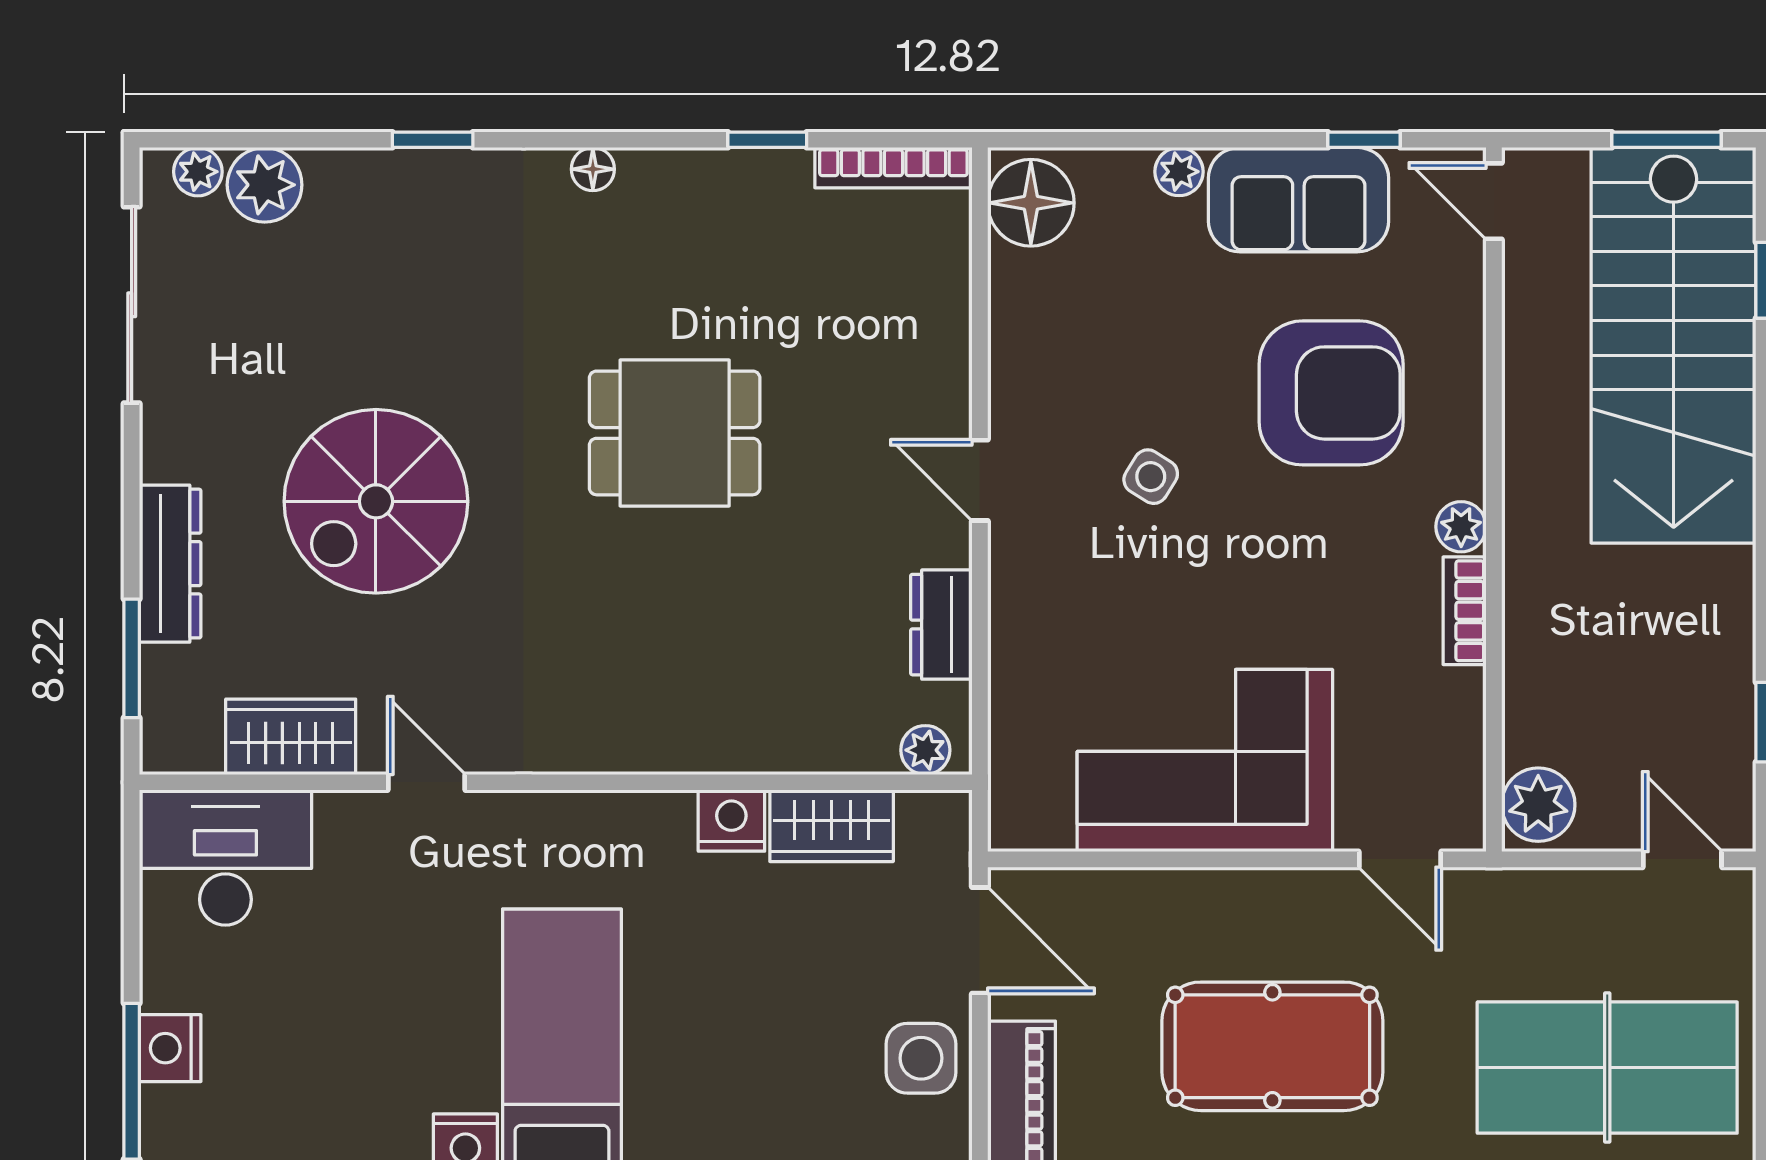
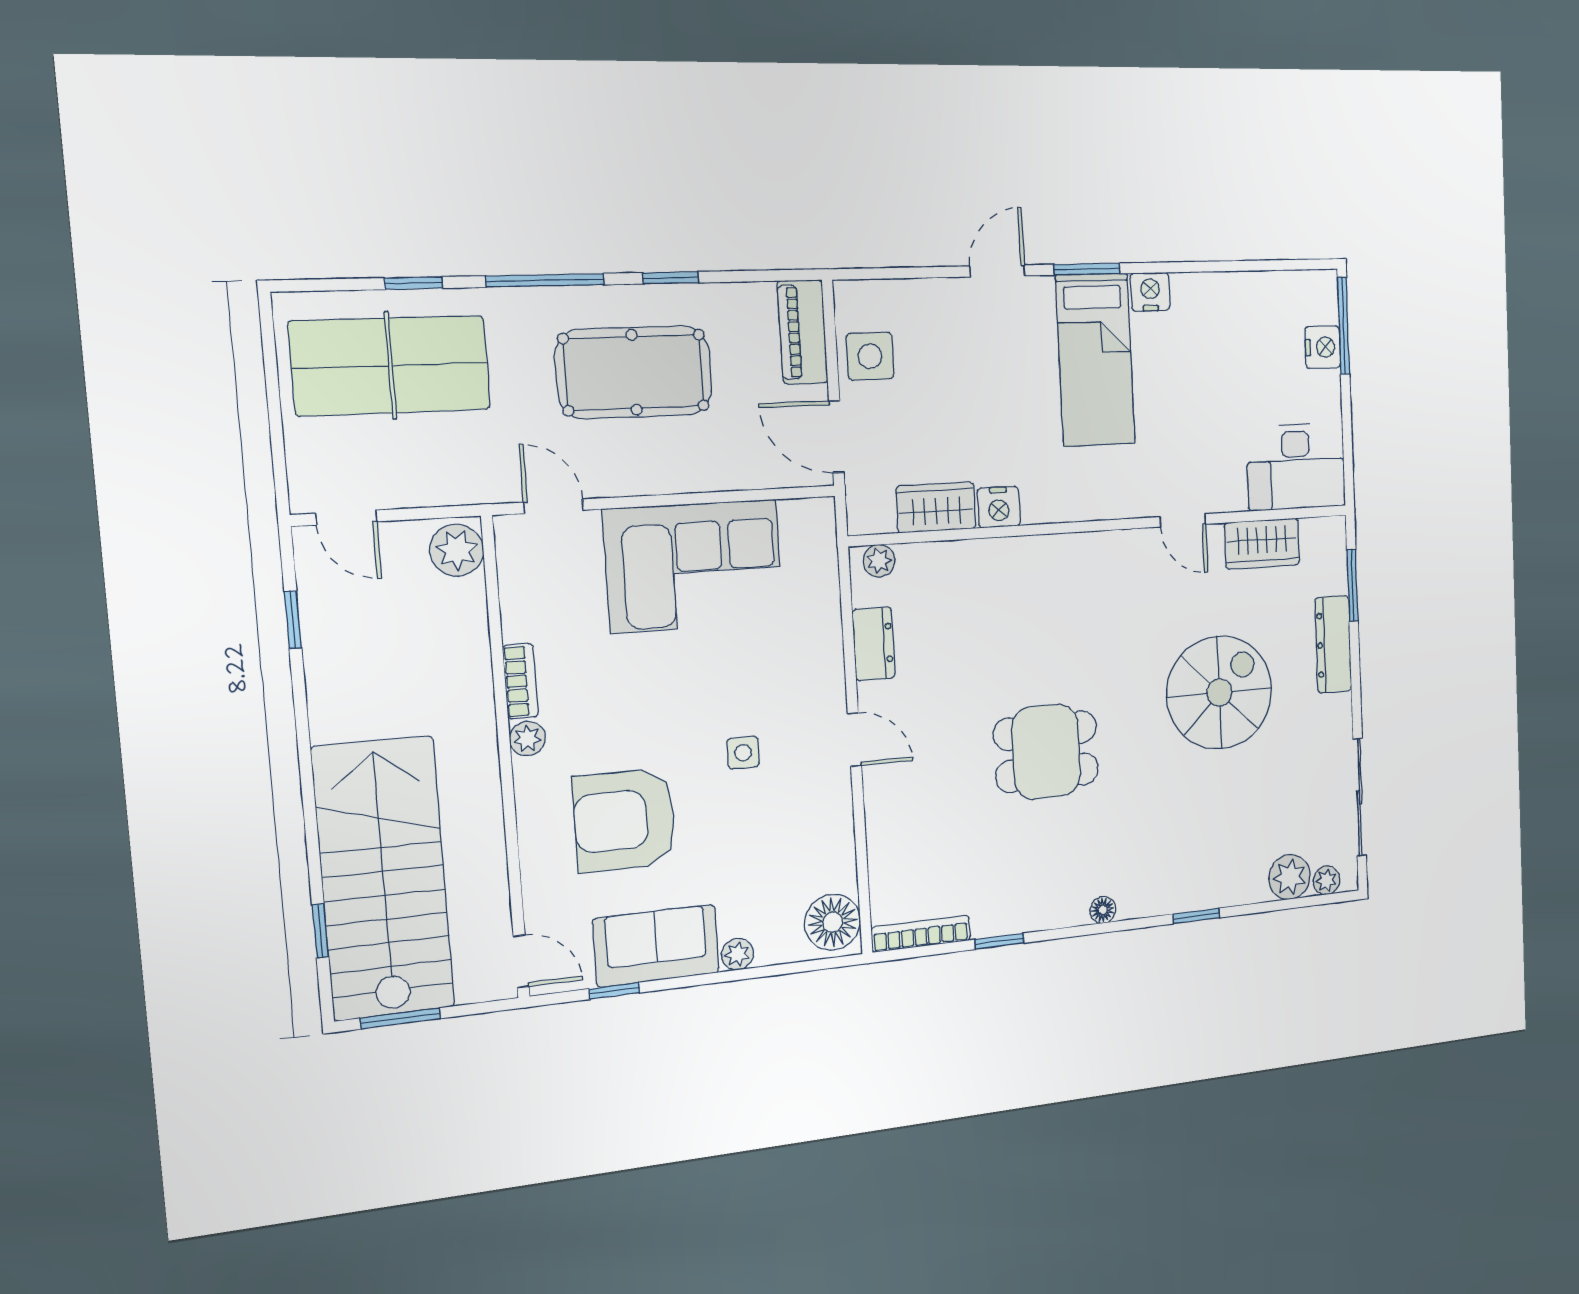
side table: (1151, 477) -> (743, 753), turned -32

